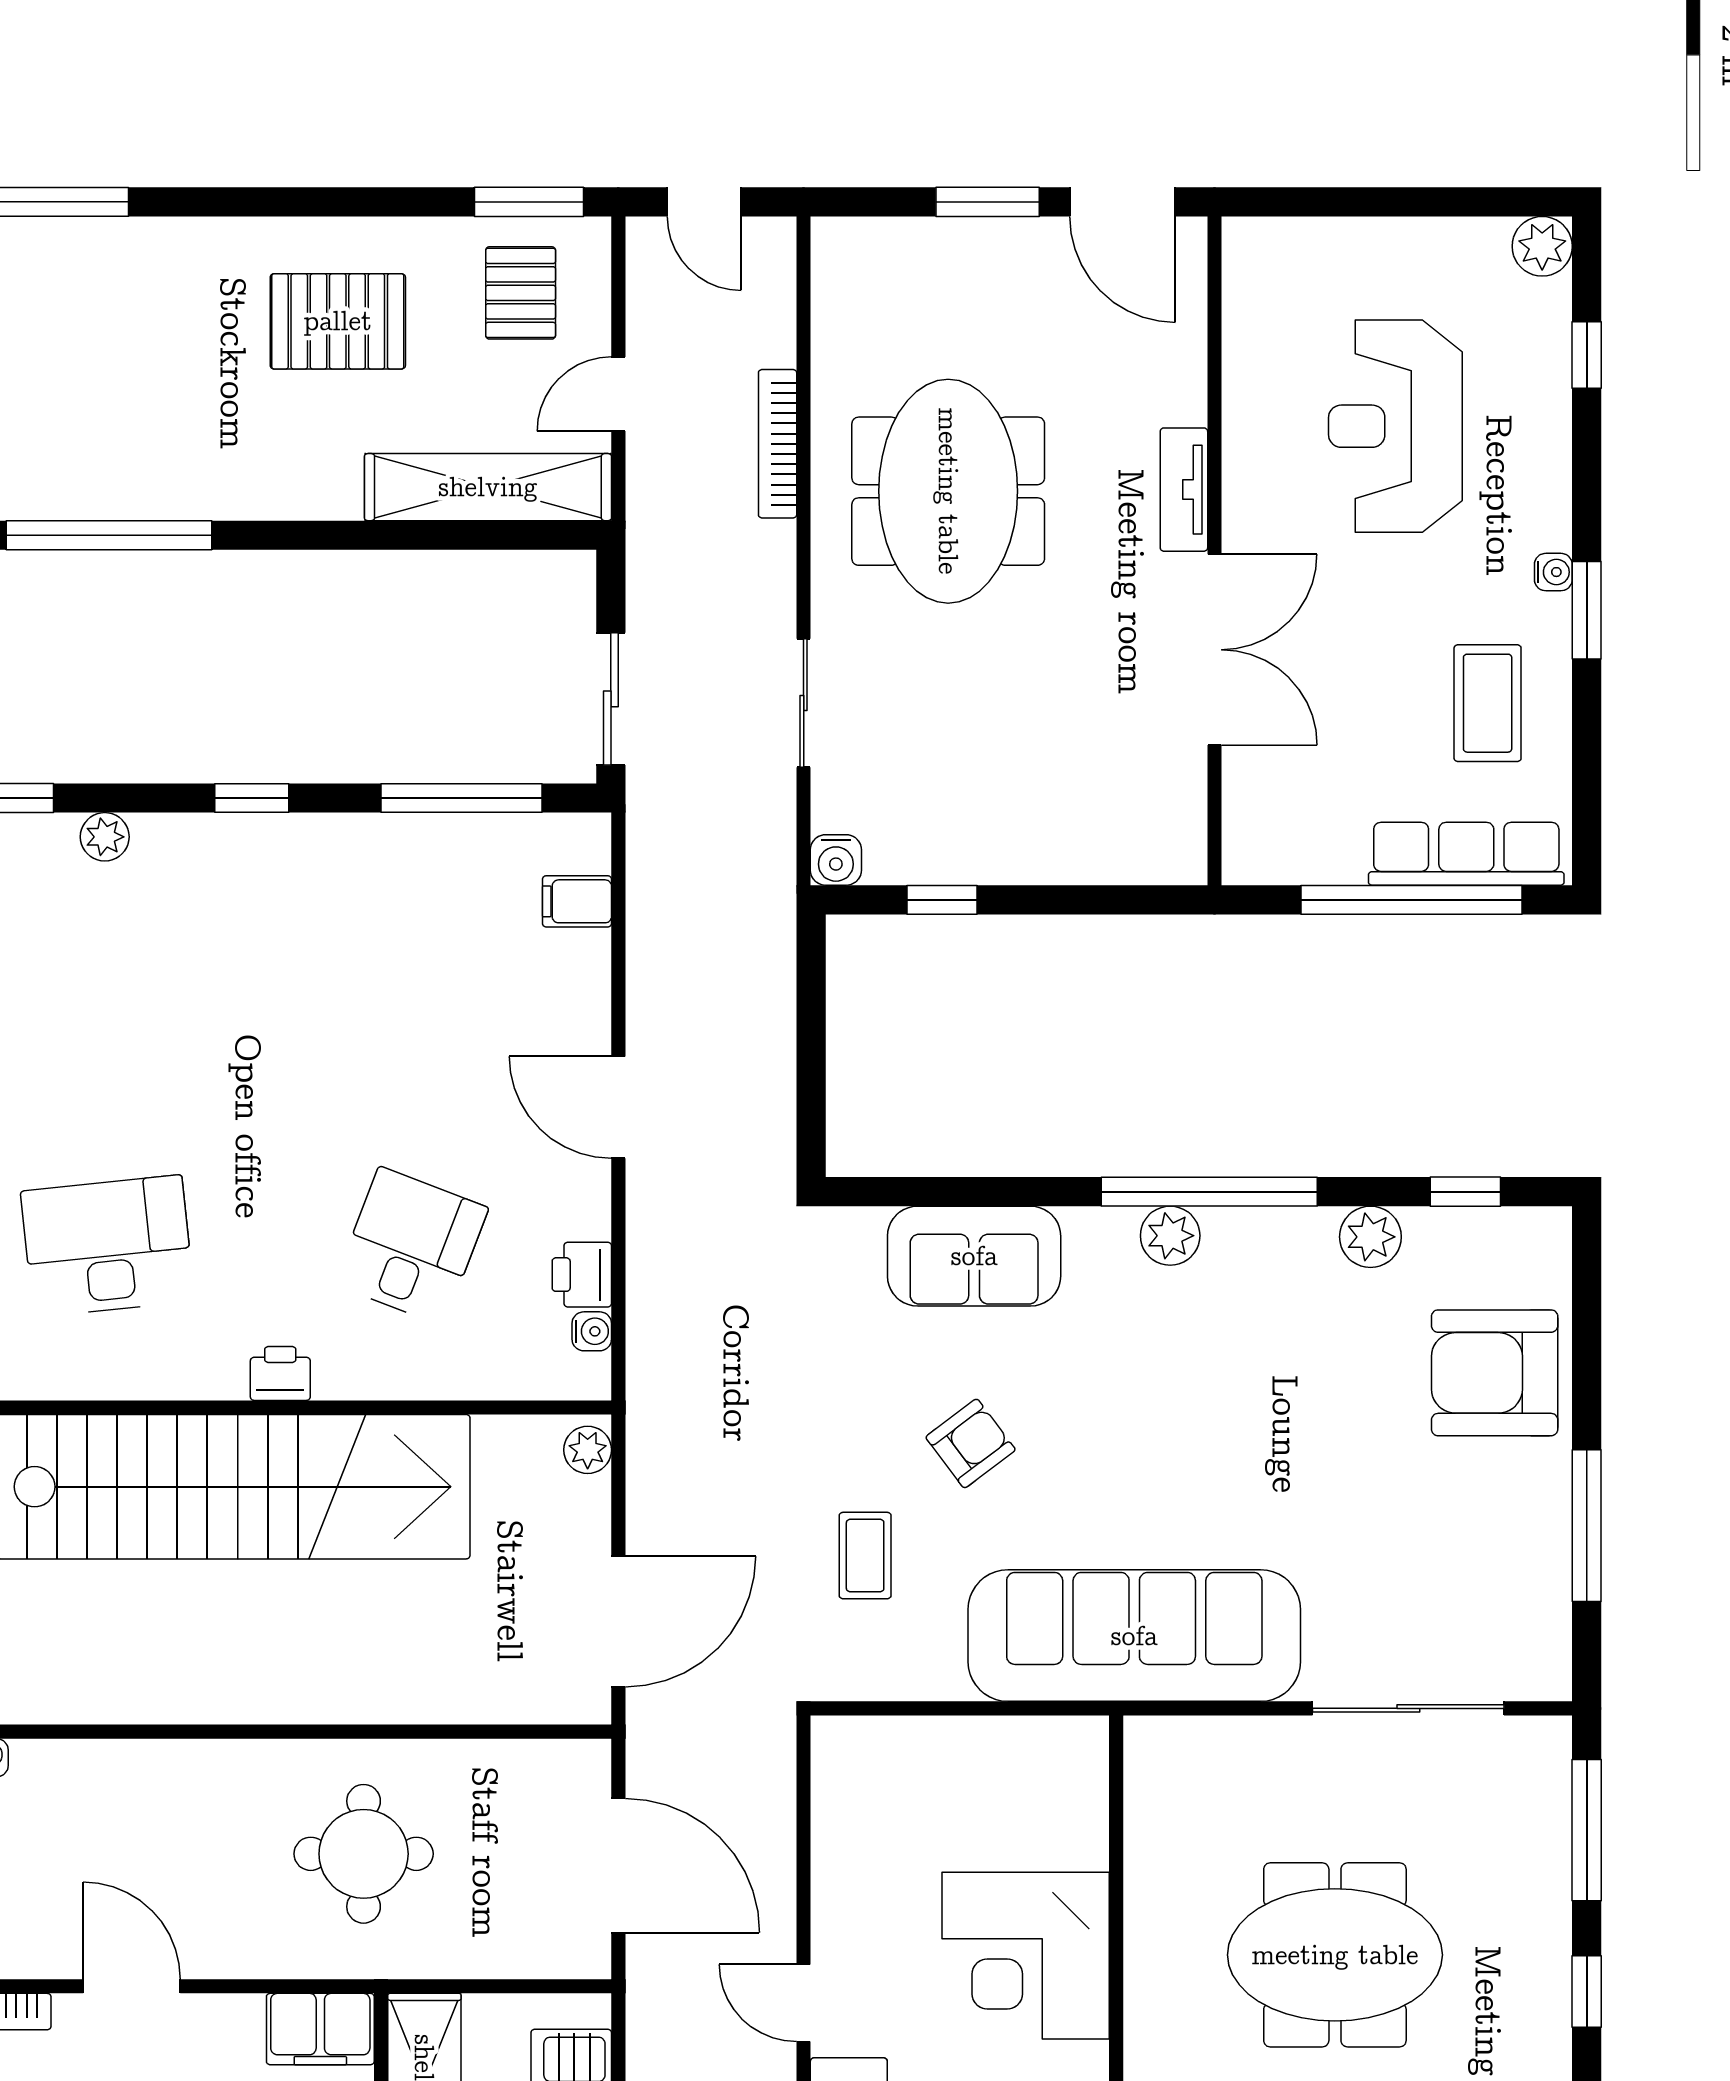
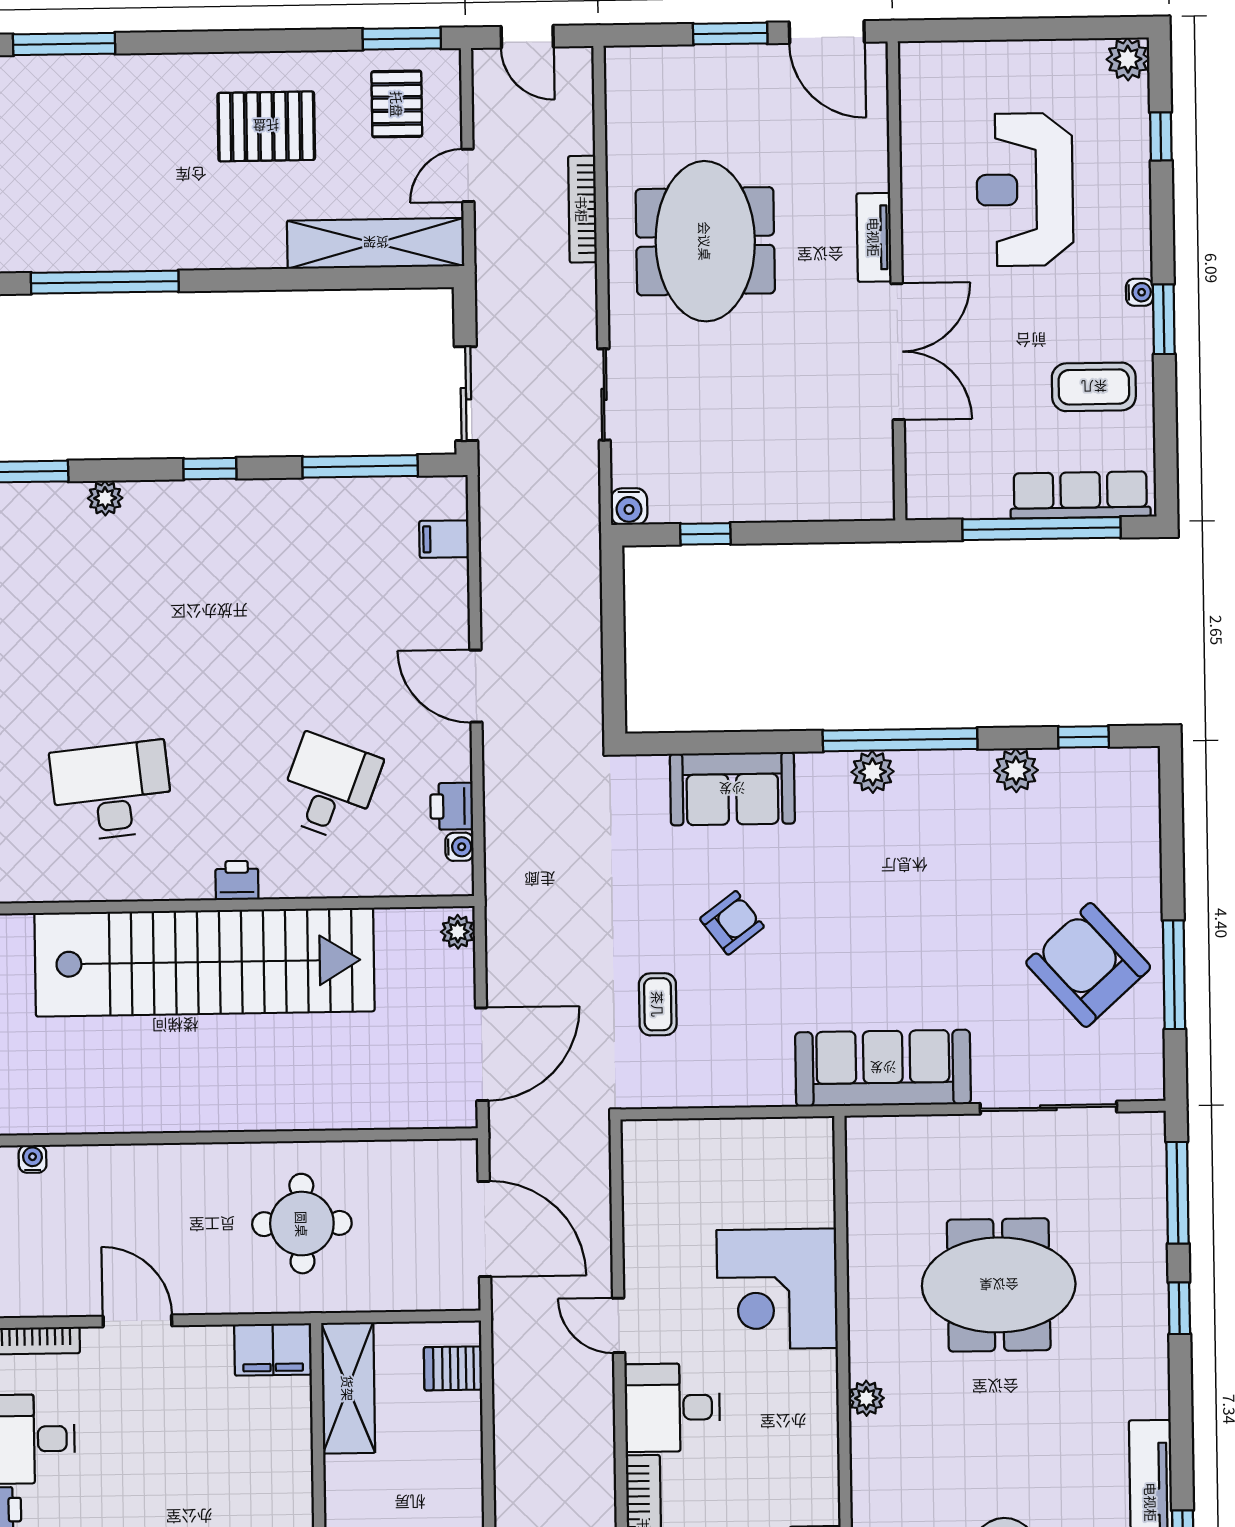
coffee table: (1488, 703) -> (1094, 387), turned 90
armchair: (1495, 1373) -> (1088, 965), moved, turned 48
sofa: (1134, 1636) -> (883, 1068), width x0.74, depth x0.79

